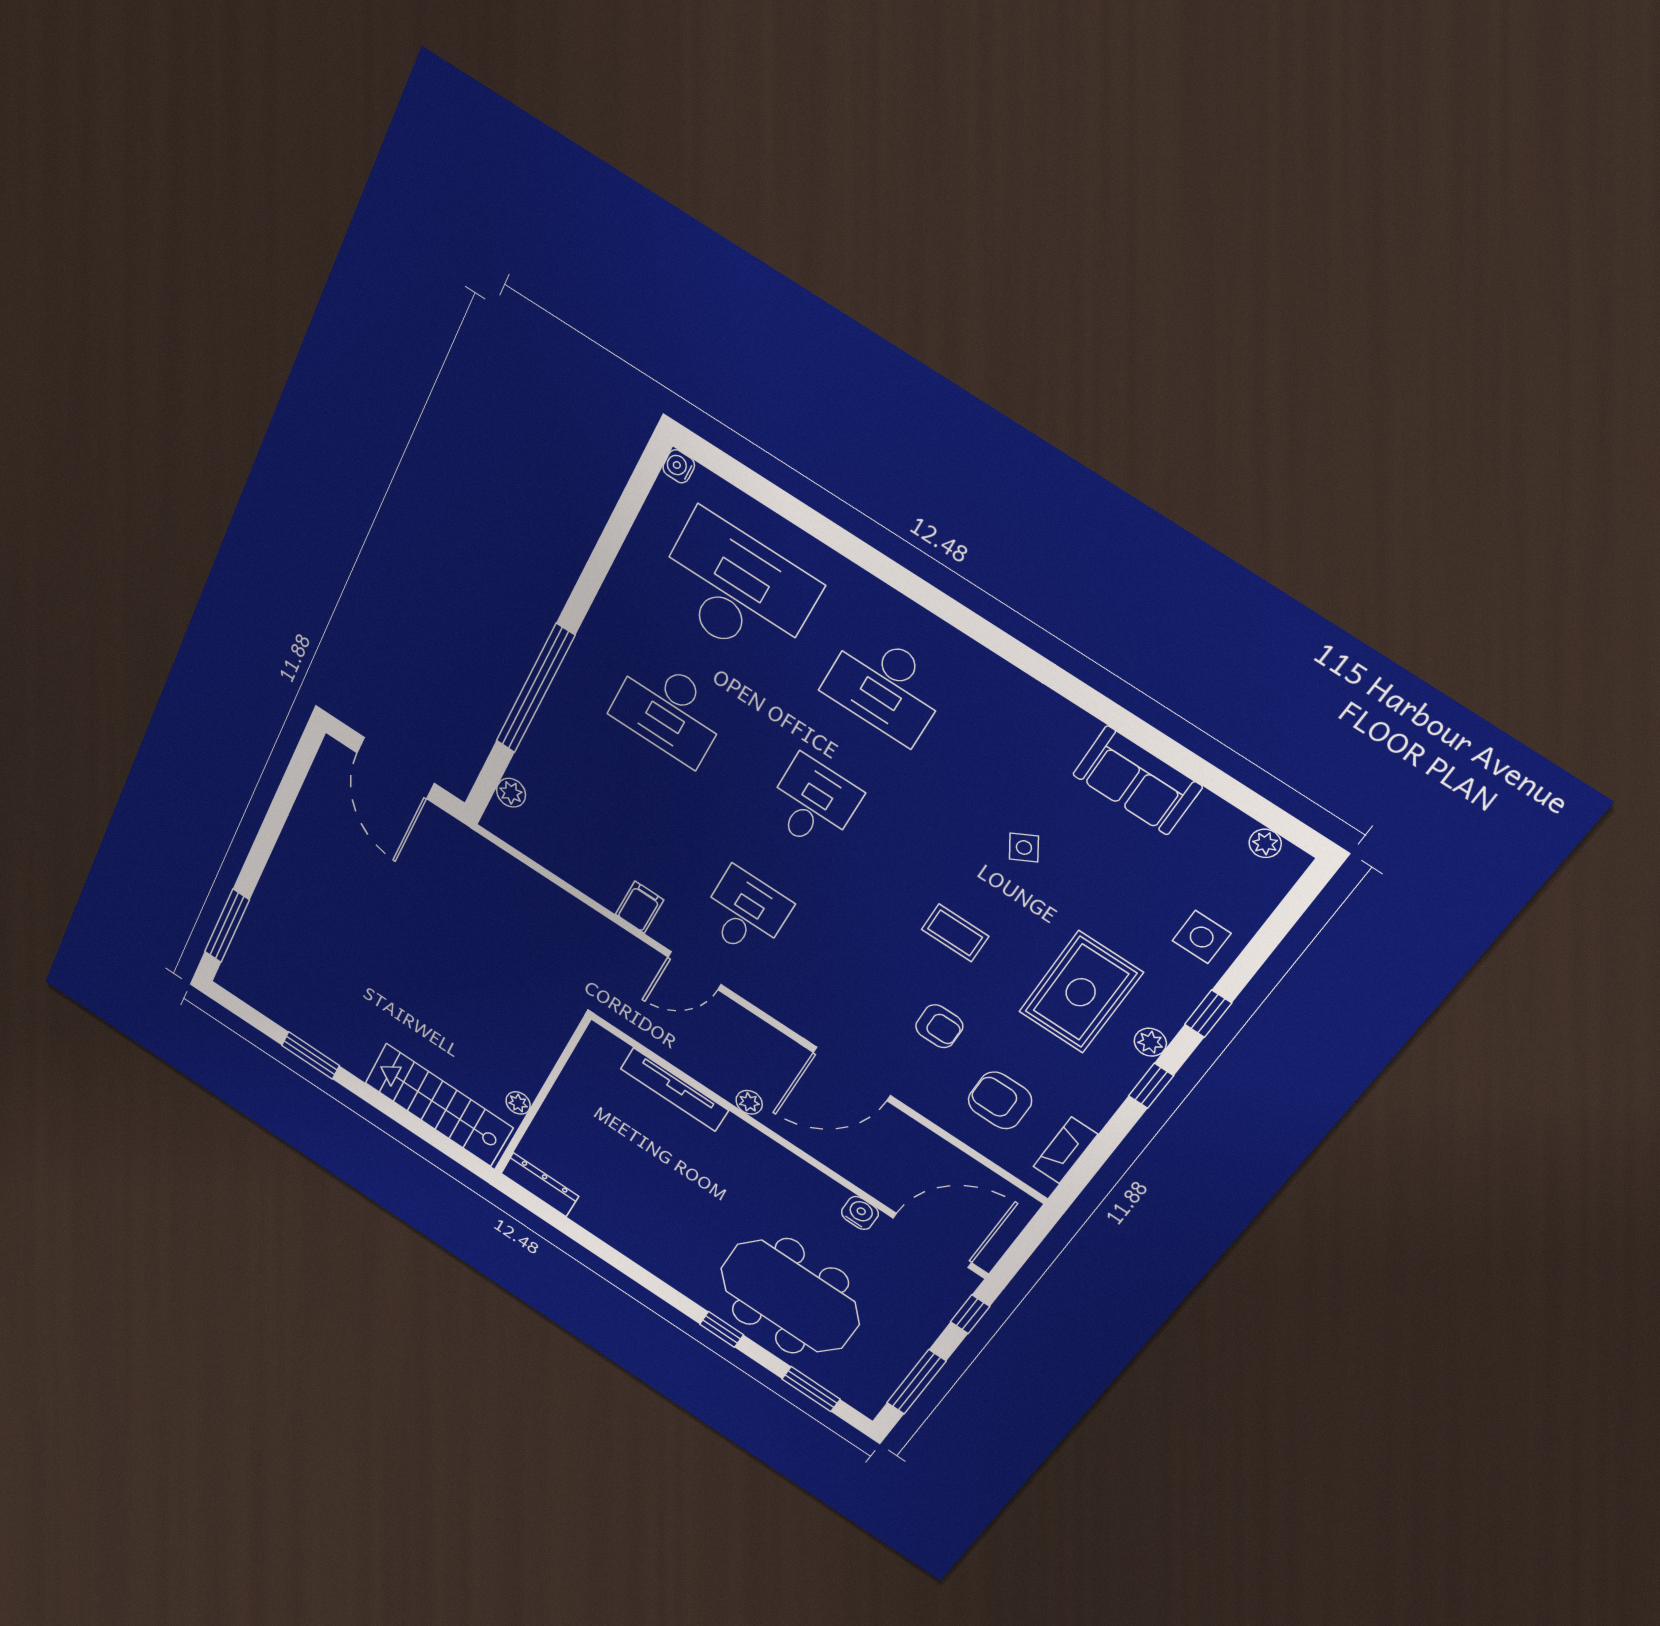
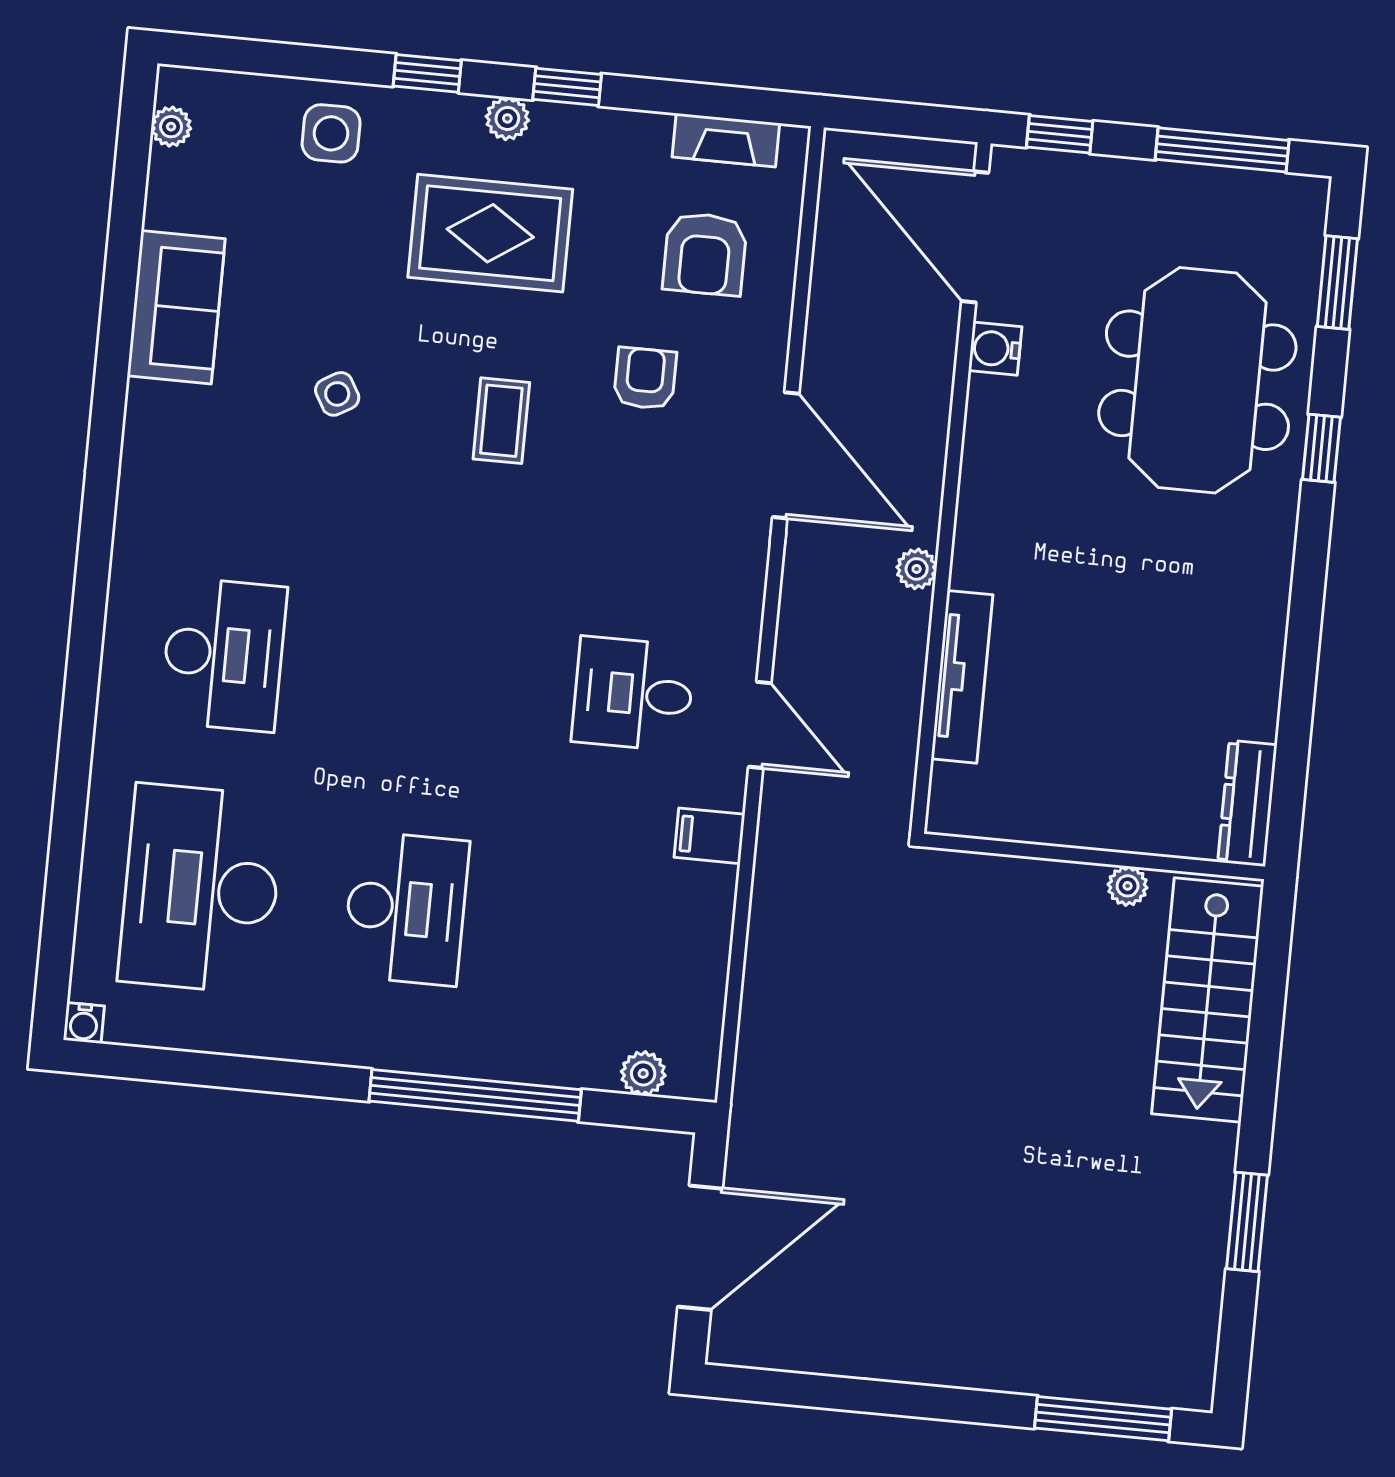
desk: (813, 804) -> (428, 674), removed

